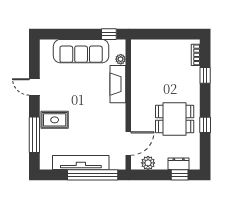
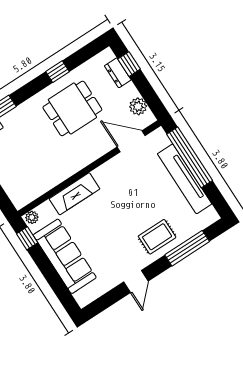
plant: (121, 59) -> (32, 217), moved
dining table: (175, 119) -> (72, 108), turned 90
rug: (55, 120) -> (157, 237), turned 90

